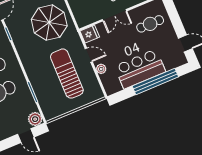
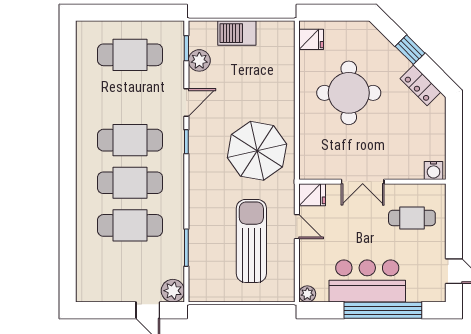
plant: (101, 69) -> (307, 294), moved

